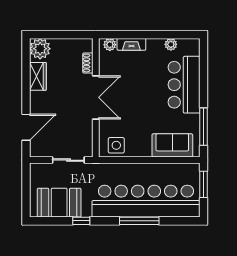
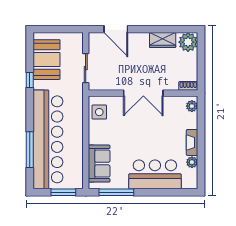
fireplace: (131, 44) -> (192, 142), moved
shoe rack: (88, 63) -> (188, 86), moved
window: (139, 221) -> (30, 150), moved

